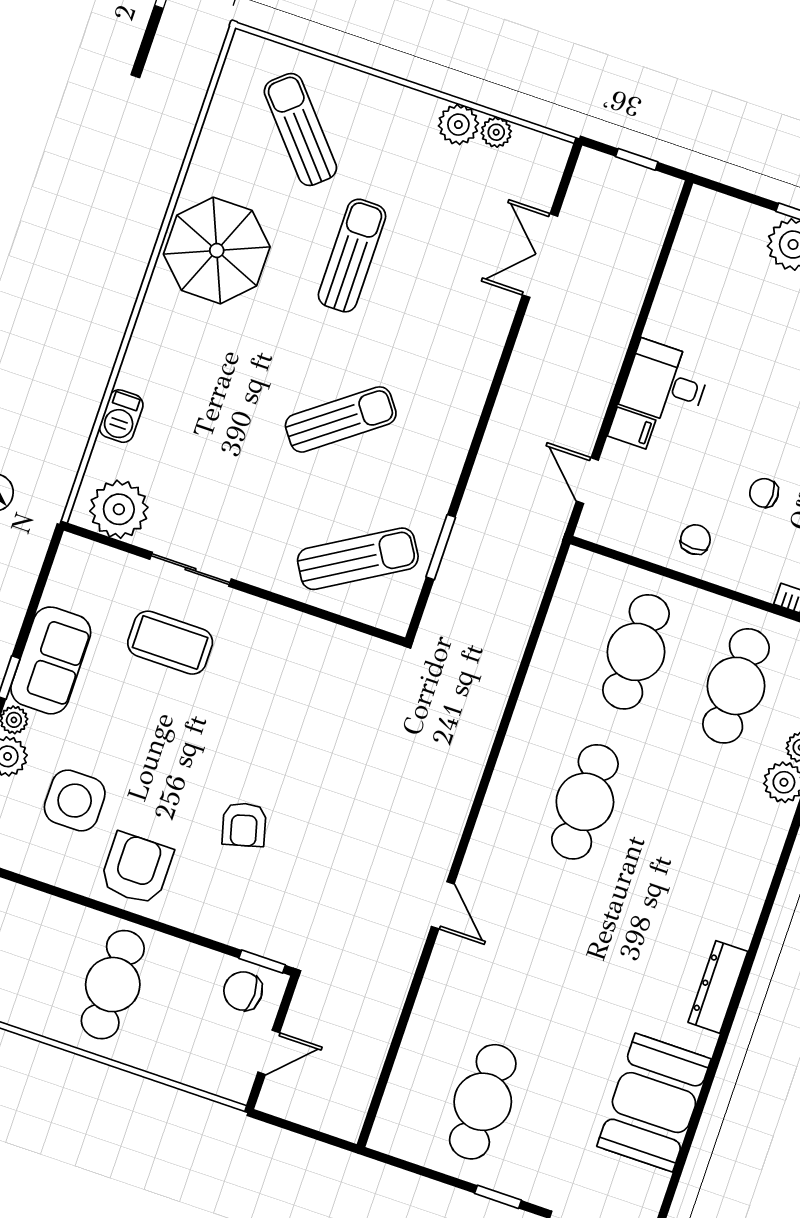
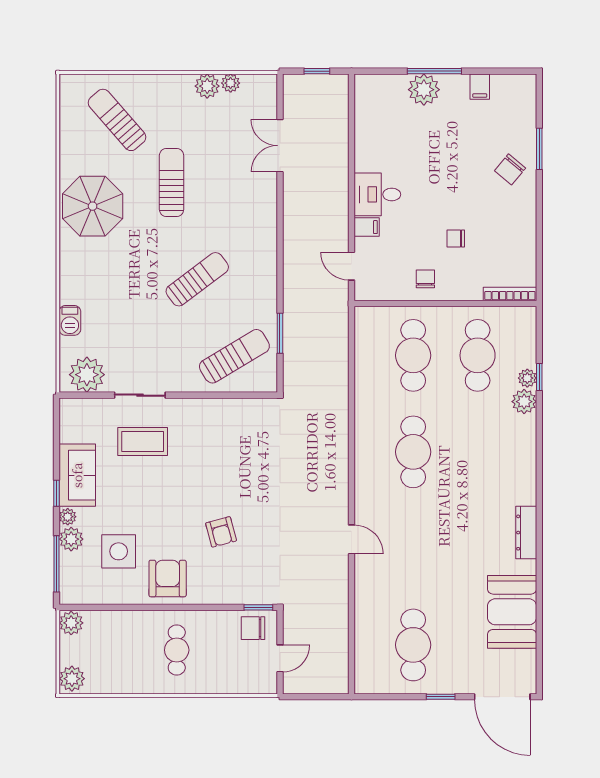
cafe table: (113, 985) -> (177, 650), width x0.73, depth x0.74

